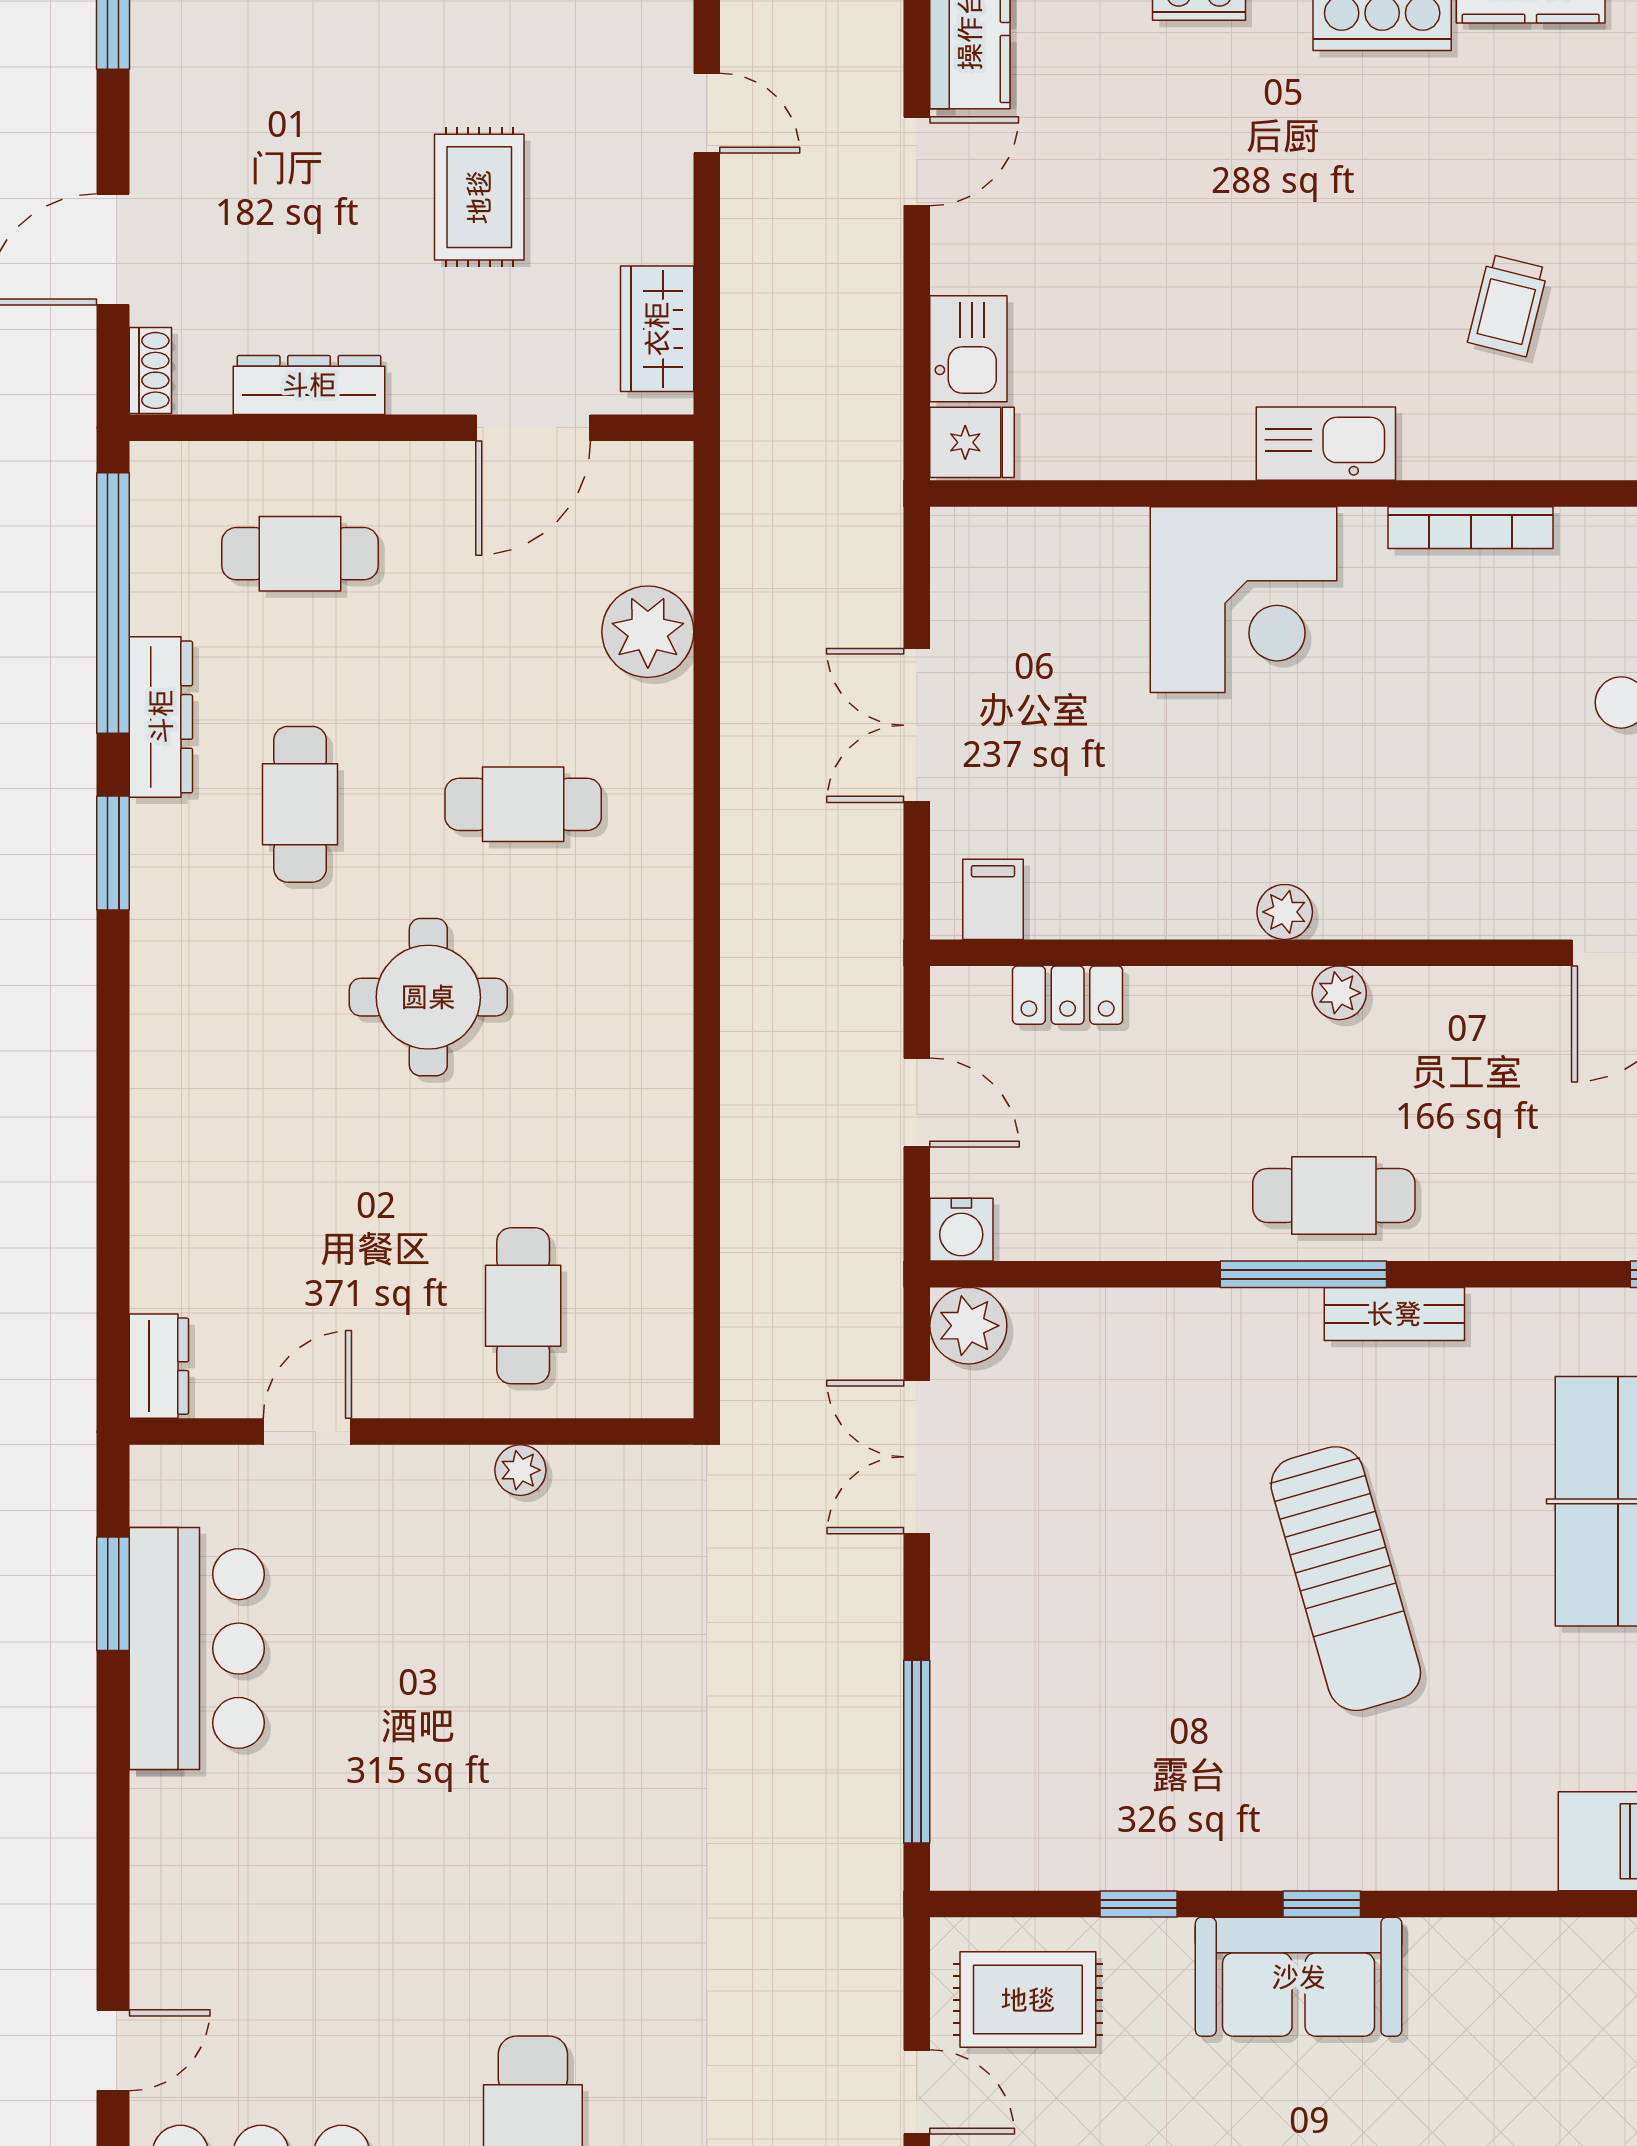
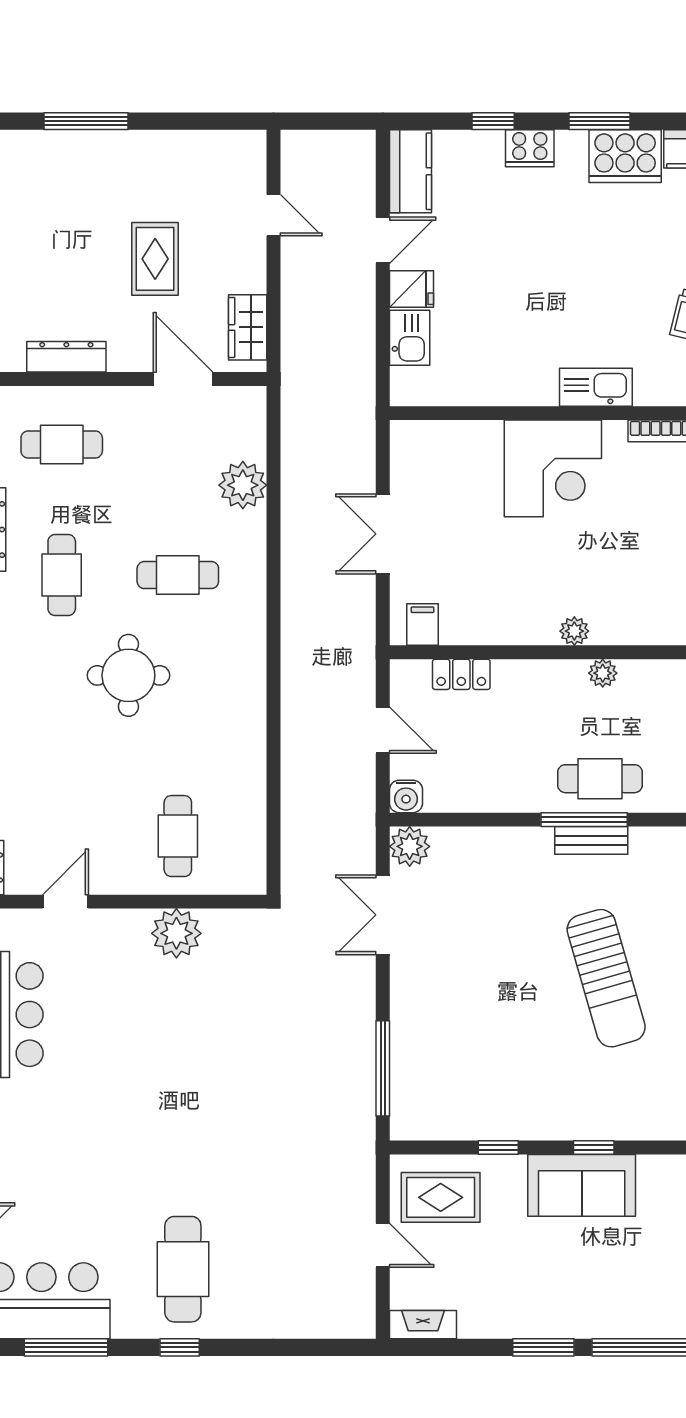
door: (533, 428) -> (183, 379), swing flipped
fridge: (972, 442) -> (412, 289), moved
bench: (1394, 1314) -> (591, 840), moved
plant: (520, 1470) -> (176, 933), width x1.87, depth x1.87

